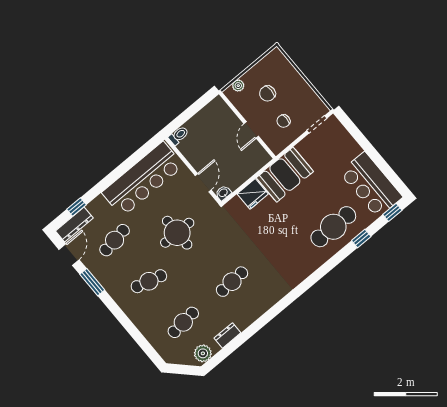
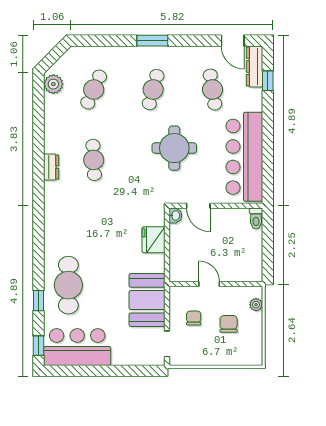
booth: (285, 175) -> (147, 300), moved
window: (92, 282) -> (152, 41), moved
cafe table: (183, 322) -> (94, 90), turned 30
dresser: (227, 335) -> (51, 167), moved

